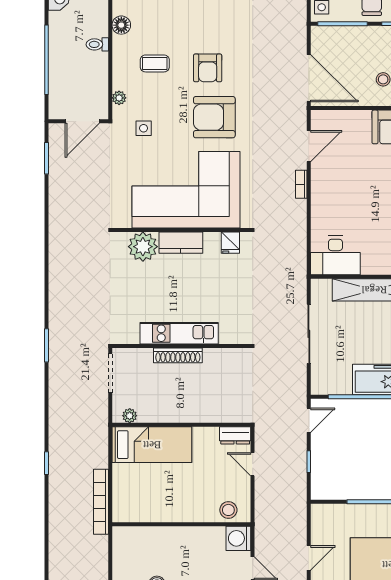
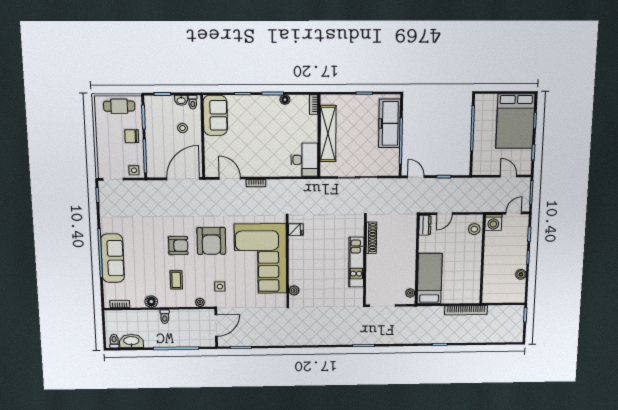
door: (82, 121) -> (216, 325), hinge flipped
kitchen counter: (181, 243) -> (296, 262), removed
plant: (143, 247) -> (294, 290), width x0.53, depth x0.53
shoe rack: (178, 355) -> (371, 238), moved

